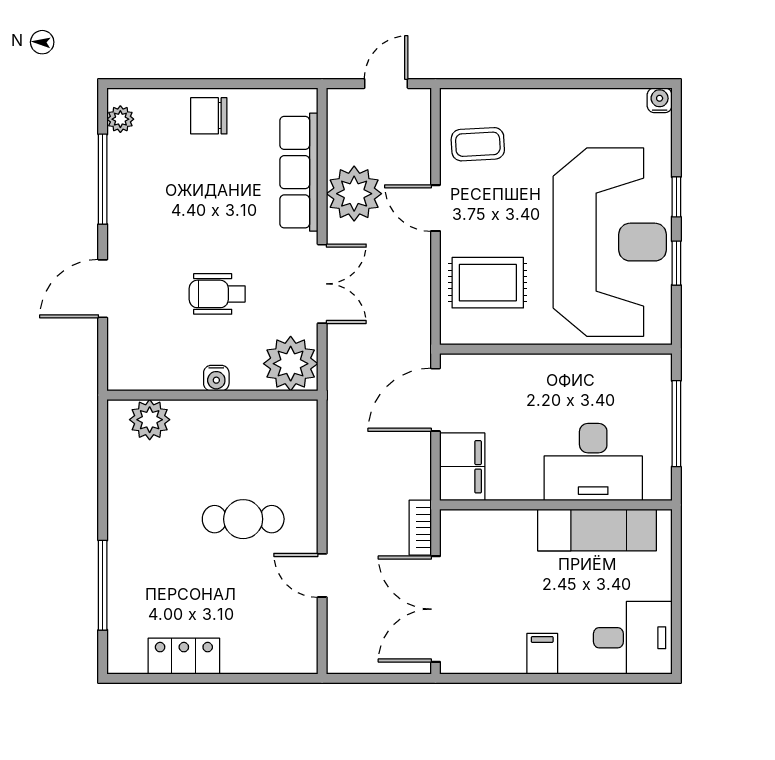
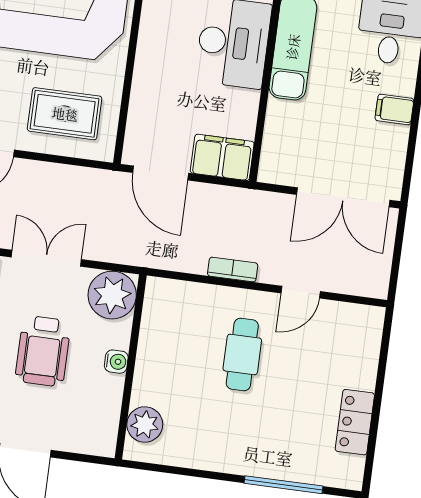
rug: (488, 283) -> (65, 114), turned 90
wheelchair: (217, 294) -> (43, 351), width x1.36, depth x1.37
bookcase: (420, 528) -> (233, 270), moved, turned 180

